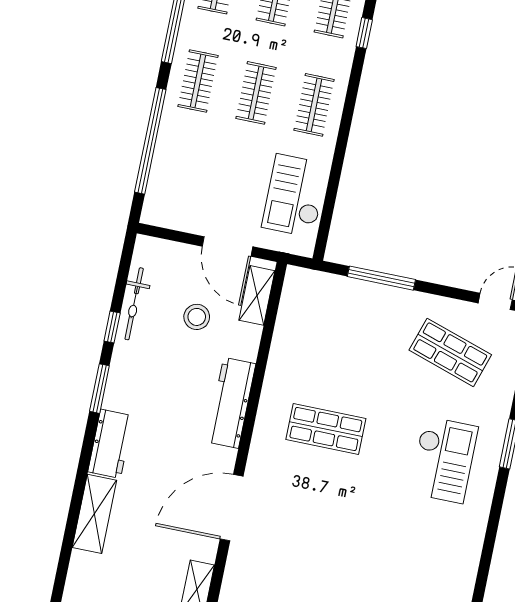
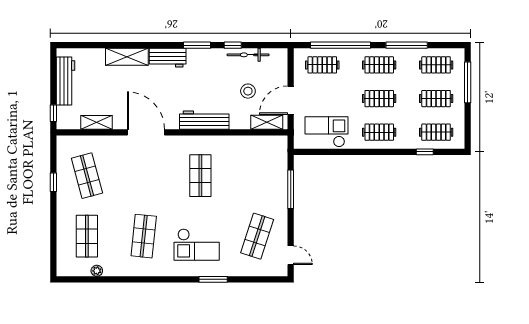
clothes rail: (178, 179) -> (322, 65), added
shop shelf: (410, 548) -> (144, 236), added

